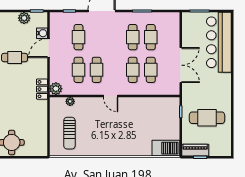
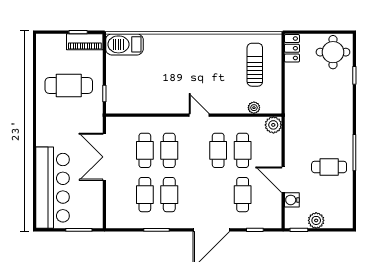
door: (49, 48) -> (283, 180), swing flipped
locker: (42, 89) -> (292, 48), moved

